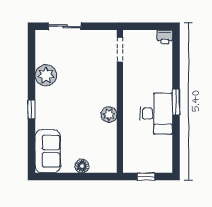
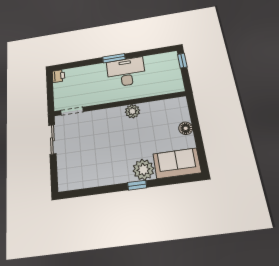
sliding door: (65, 26) -> (52, 139), moved
plant: (46, 75) -> (143, 170), moved
window: (146, 177) -> (182, 61), moved

